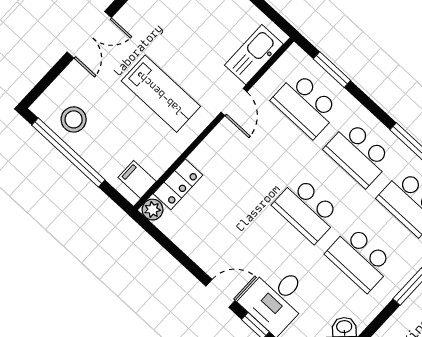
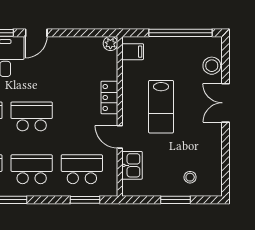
kitchen sink: (254, 55) -> (132, 165), width x0.73
lab bench: (161, 94) -> (161, 107), turned -90
stool: (74, 119) -> (212, 66), moved
locker: (178, 184) -> (109, 98), moved

